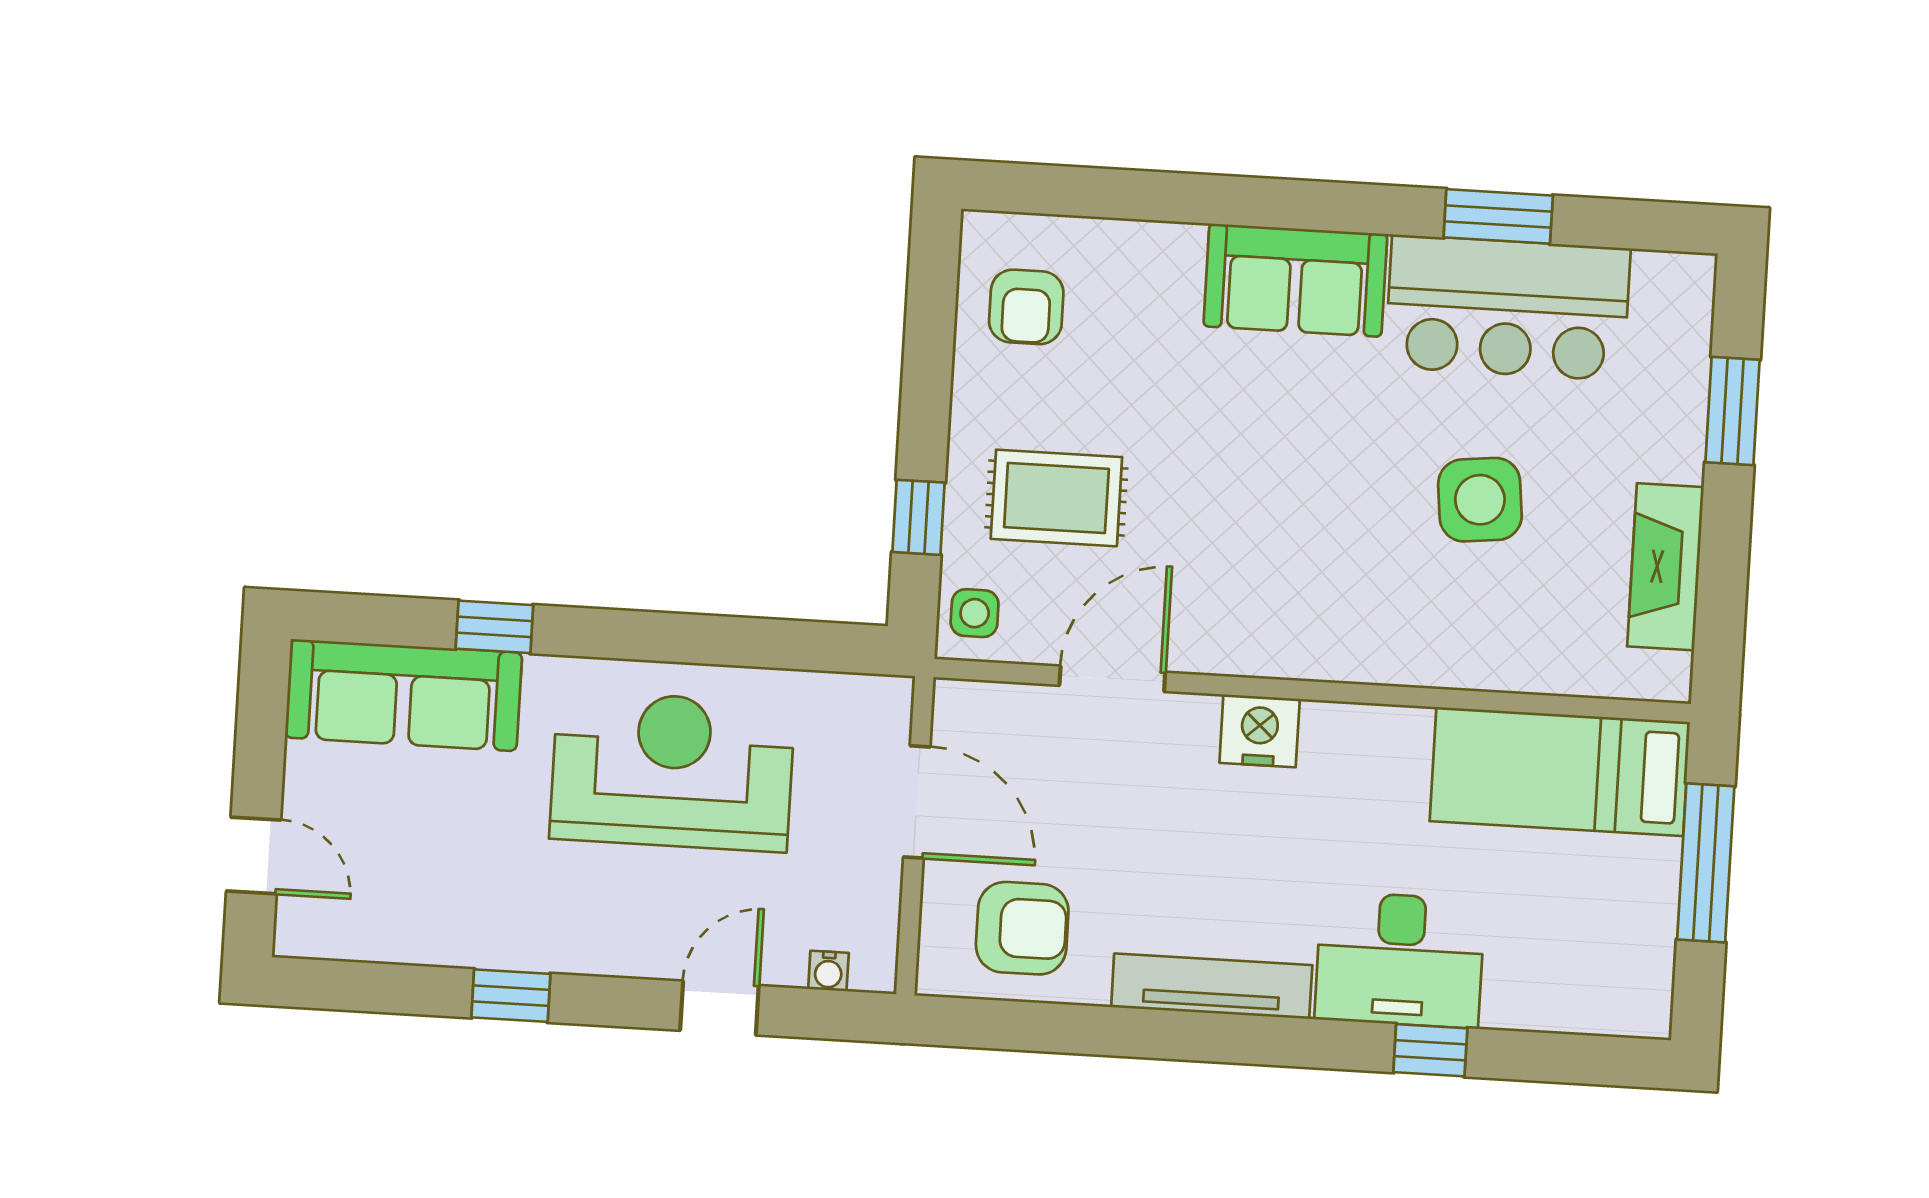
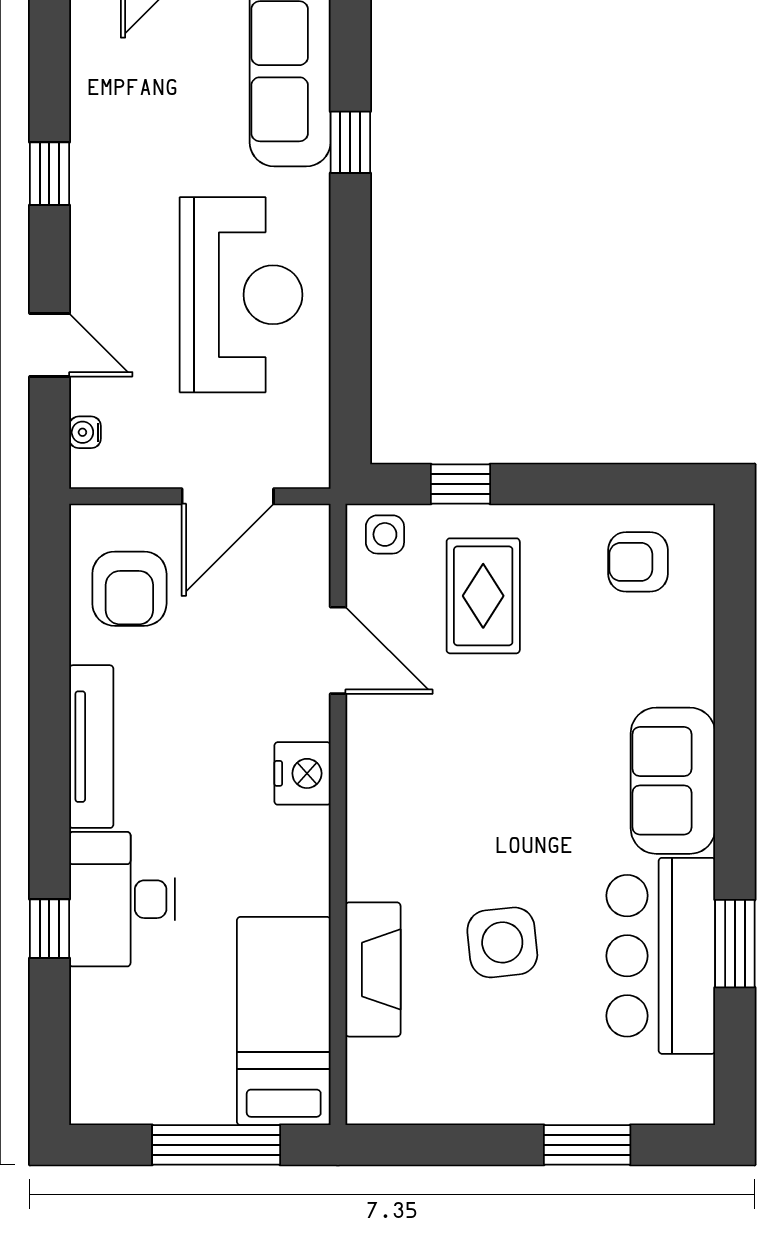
fireplace: (1665, 567) -> (373, 969), moved, turned 90

